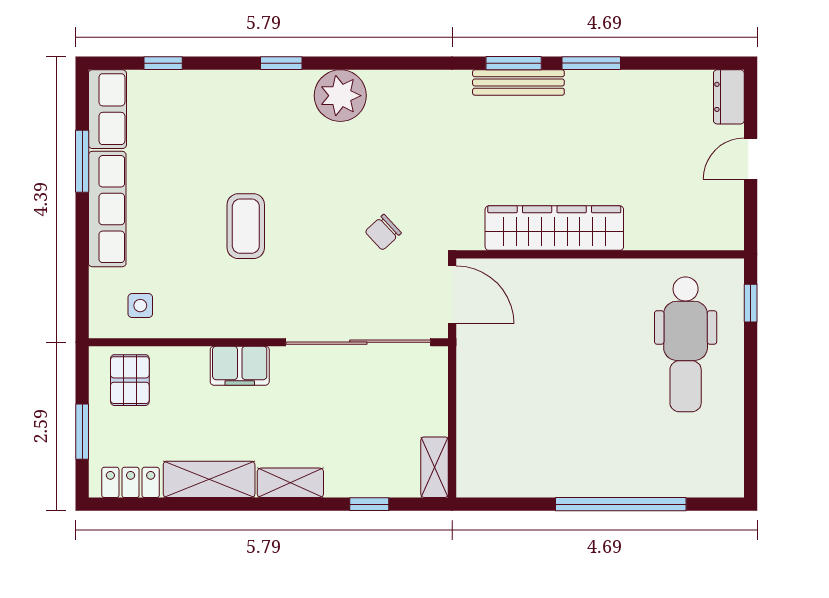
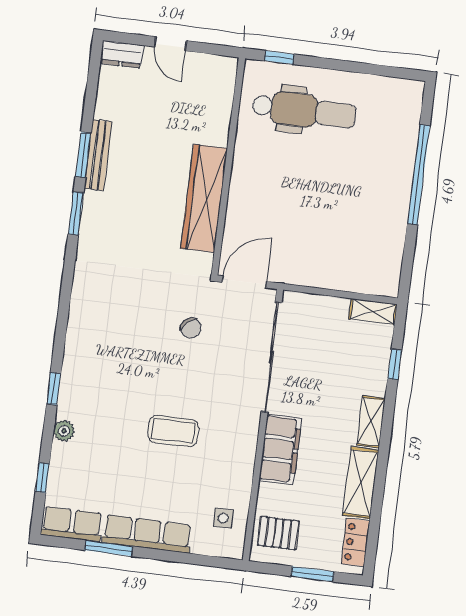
bench: (518, 82) -> (98, 155), moved
plant: (340, 96) -> (64, 431), moved, width x0.53, depth x0.53
filing cabinet: (240, 366) -> (280, 449), width x1.50, depth x1.17

